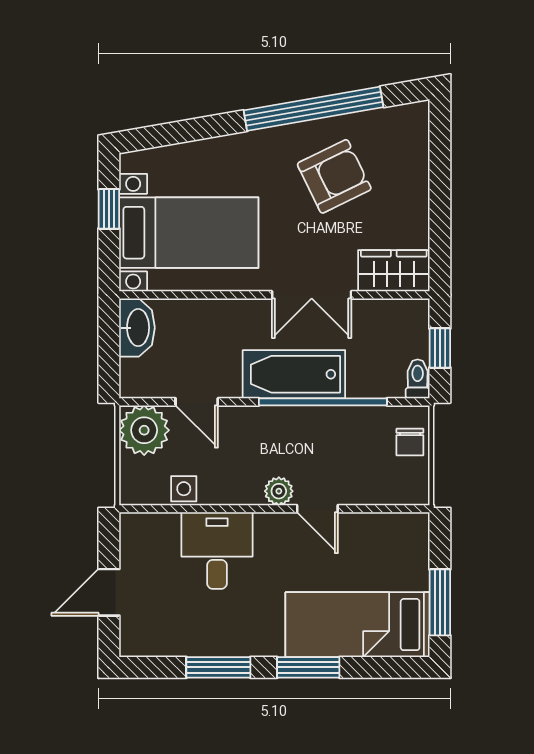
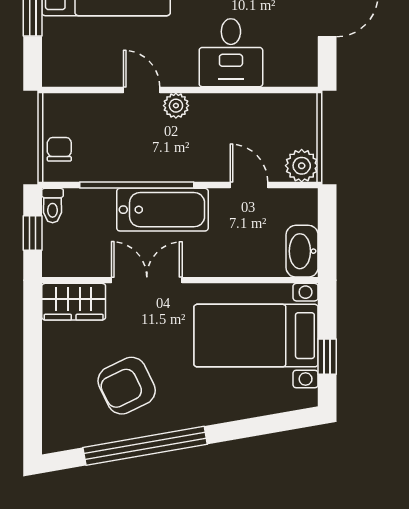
plant: (144, 430) -> (302, 166), width x0.73, depth x0.73
side table: (184, 489) -> (260, 108), removed

